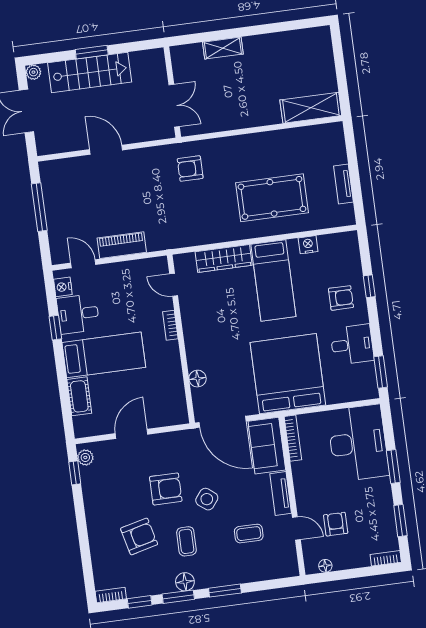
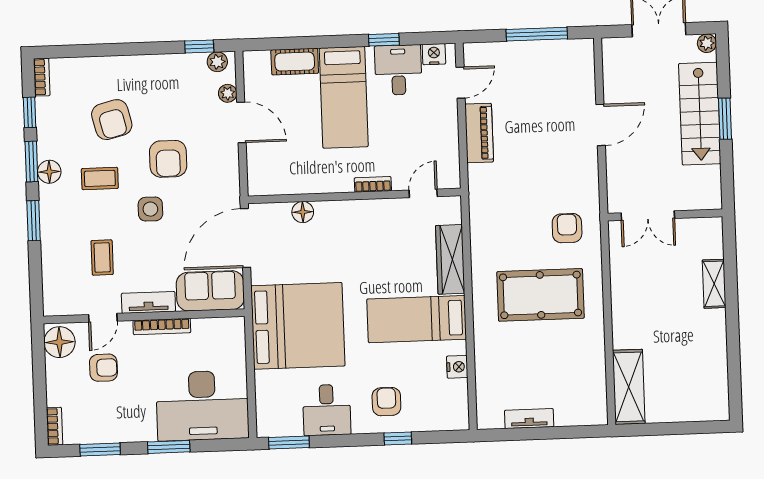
pool table: (272, 198) -> (540, 295), moved, turned 90
armchair: (341, 298) -> (386, 402), turned 180
bookcase: (293, 438) -> (162, 326), moved
plant: (109, 447) -> (228, 93), added
side table: (207, 499) -> (150, 209), turned -38
floor lamp: (325, 566) -> (59, 342), width x1.89, depth x1.89

